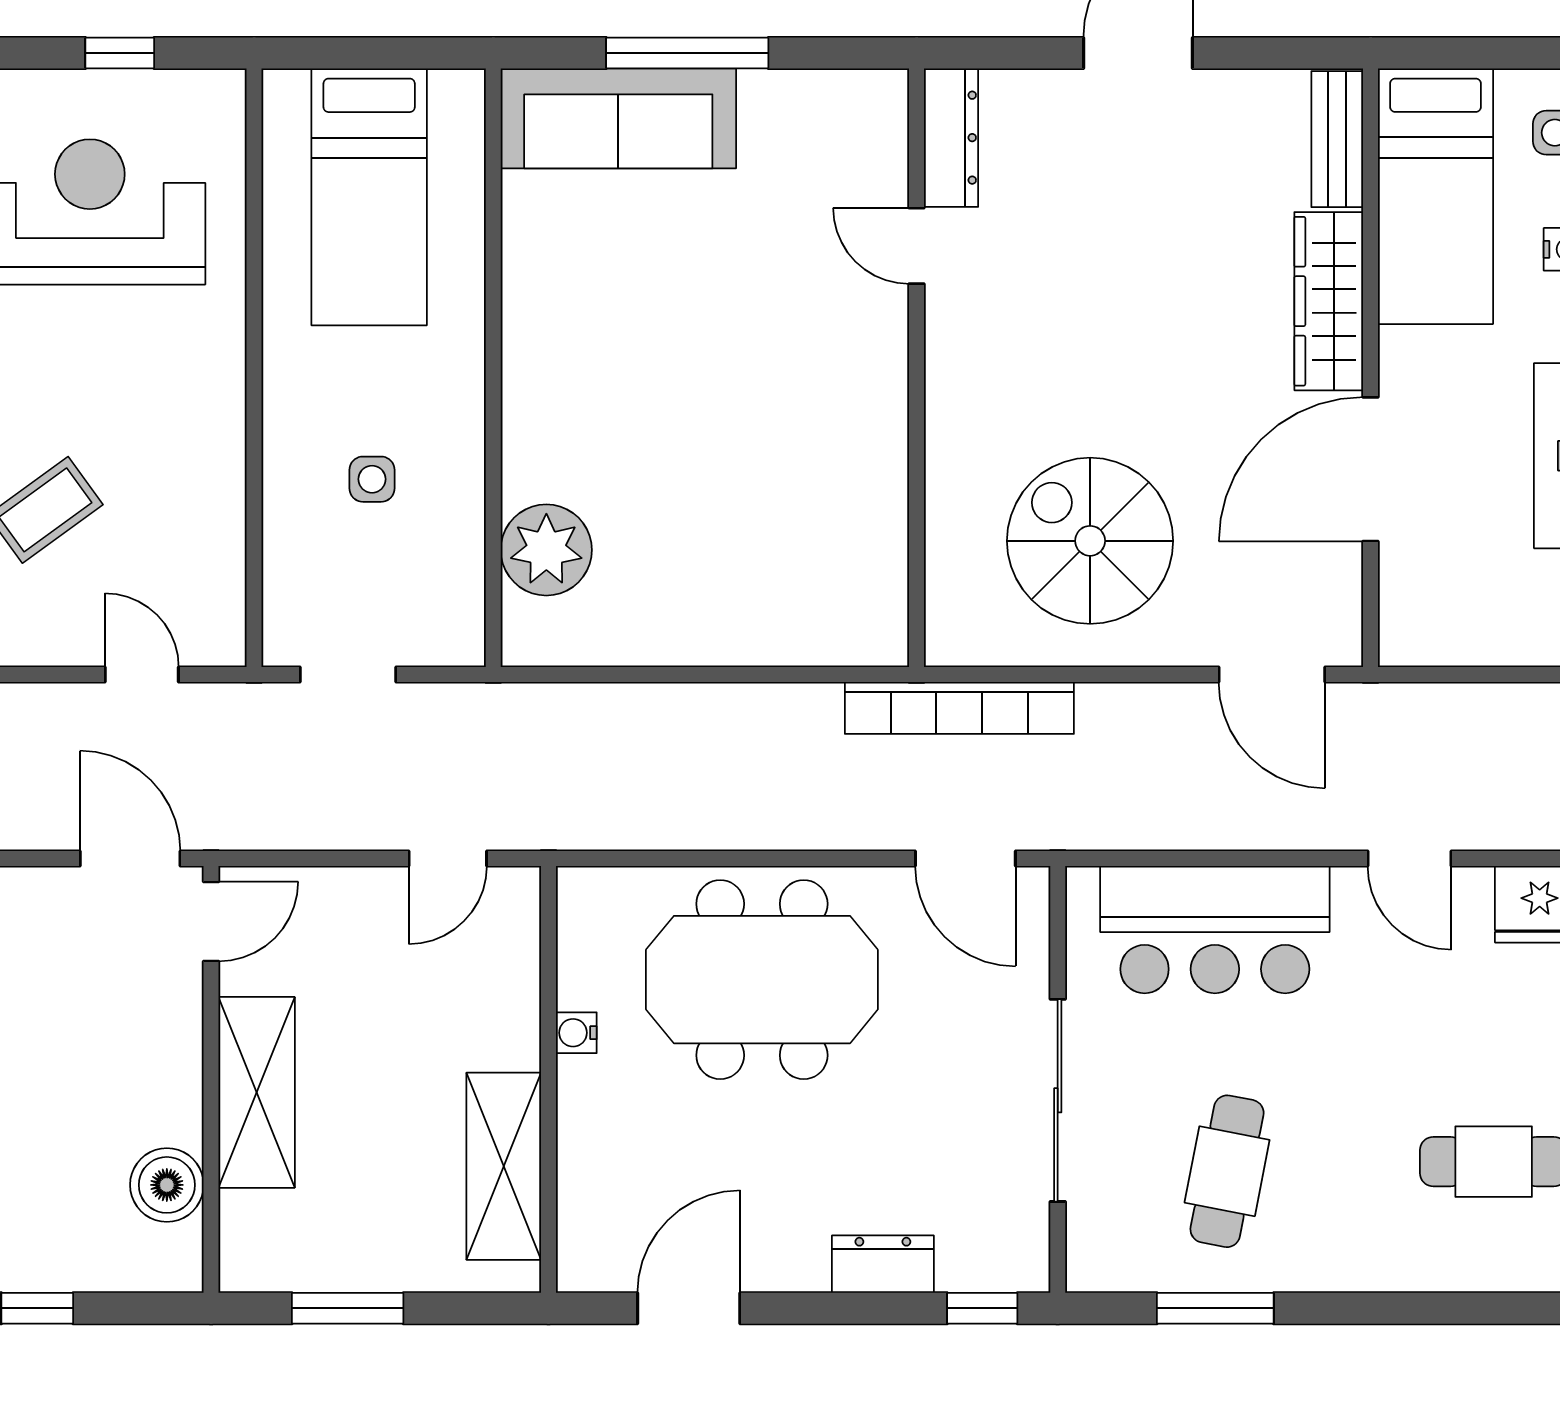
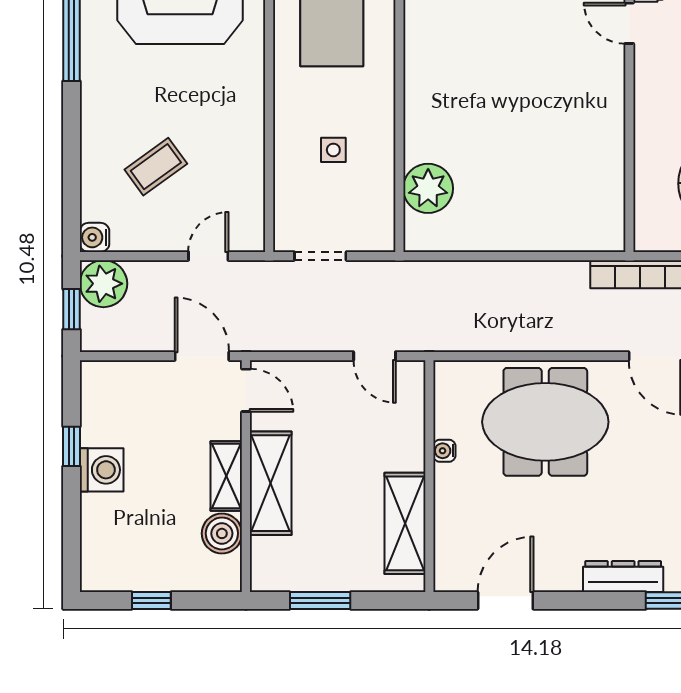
door: (142, 674) -> (208, 256), hinge flipped
door: (448, 859) -> (375, 356), hinge flipped
door: (211, 922) -> (246, 390), hinge flipped
shelving: (175, 1079) -> (226, 476), added
dresser: (883, 1264) -> (623, 577), width x1.44

